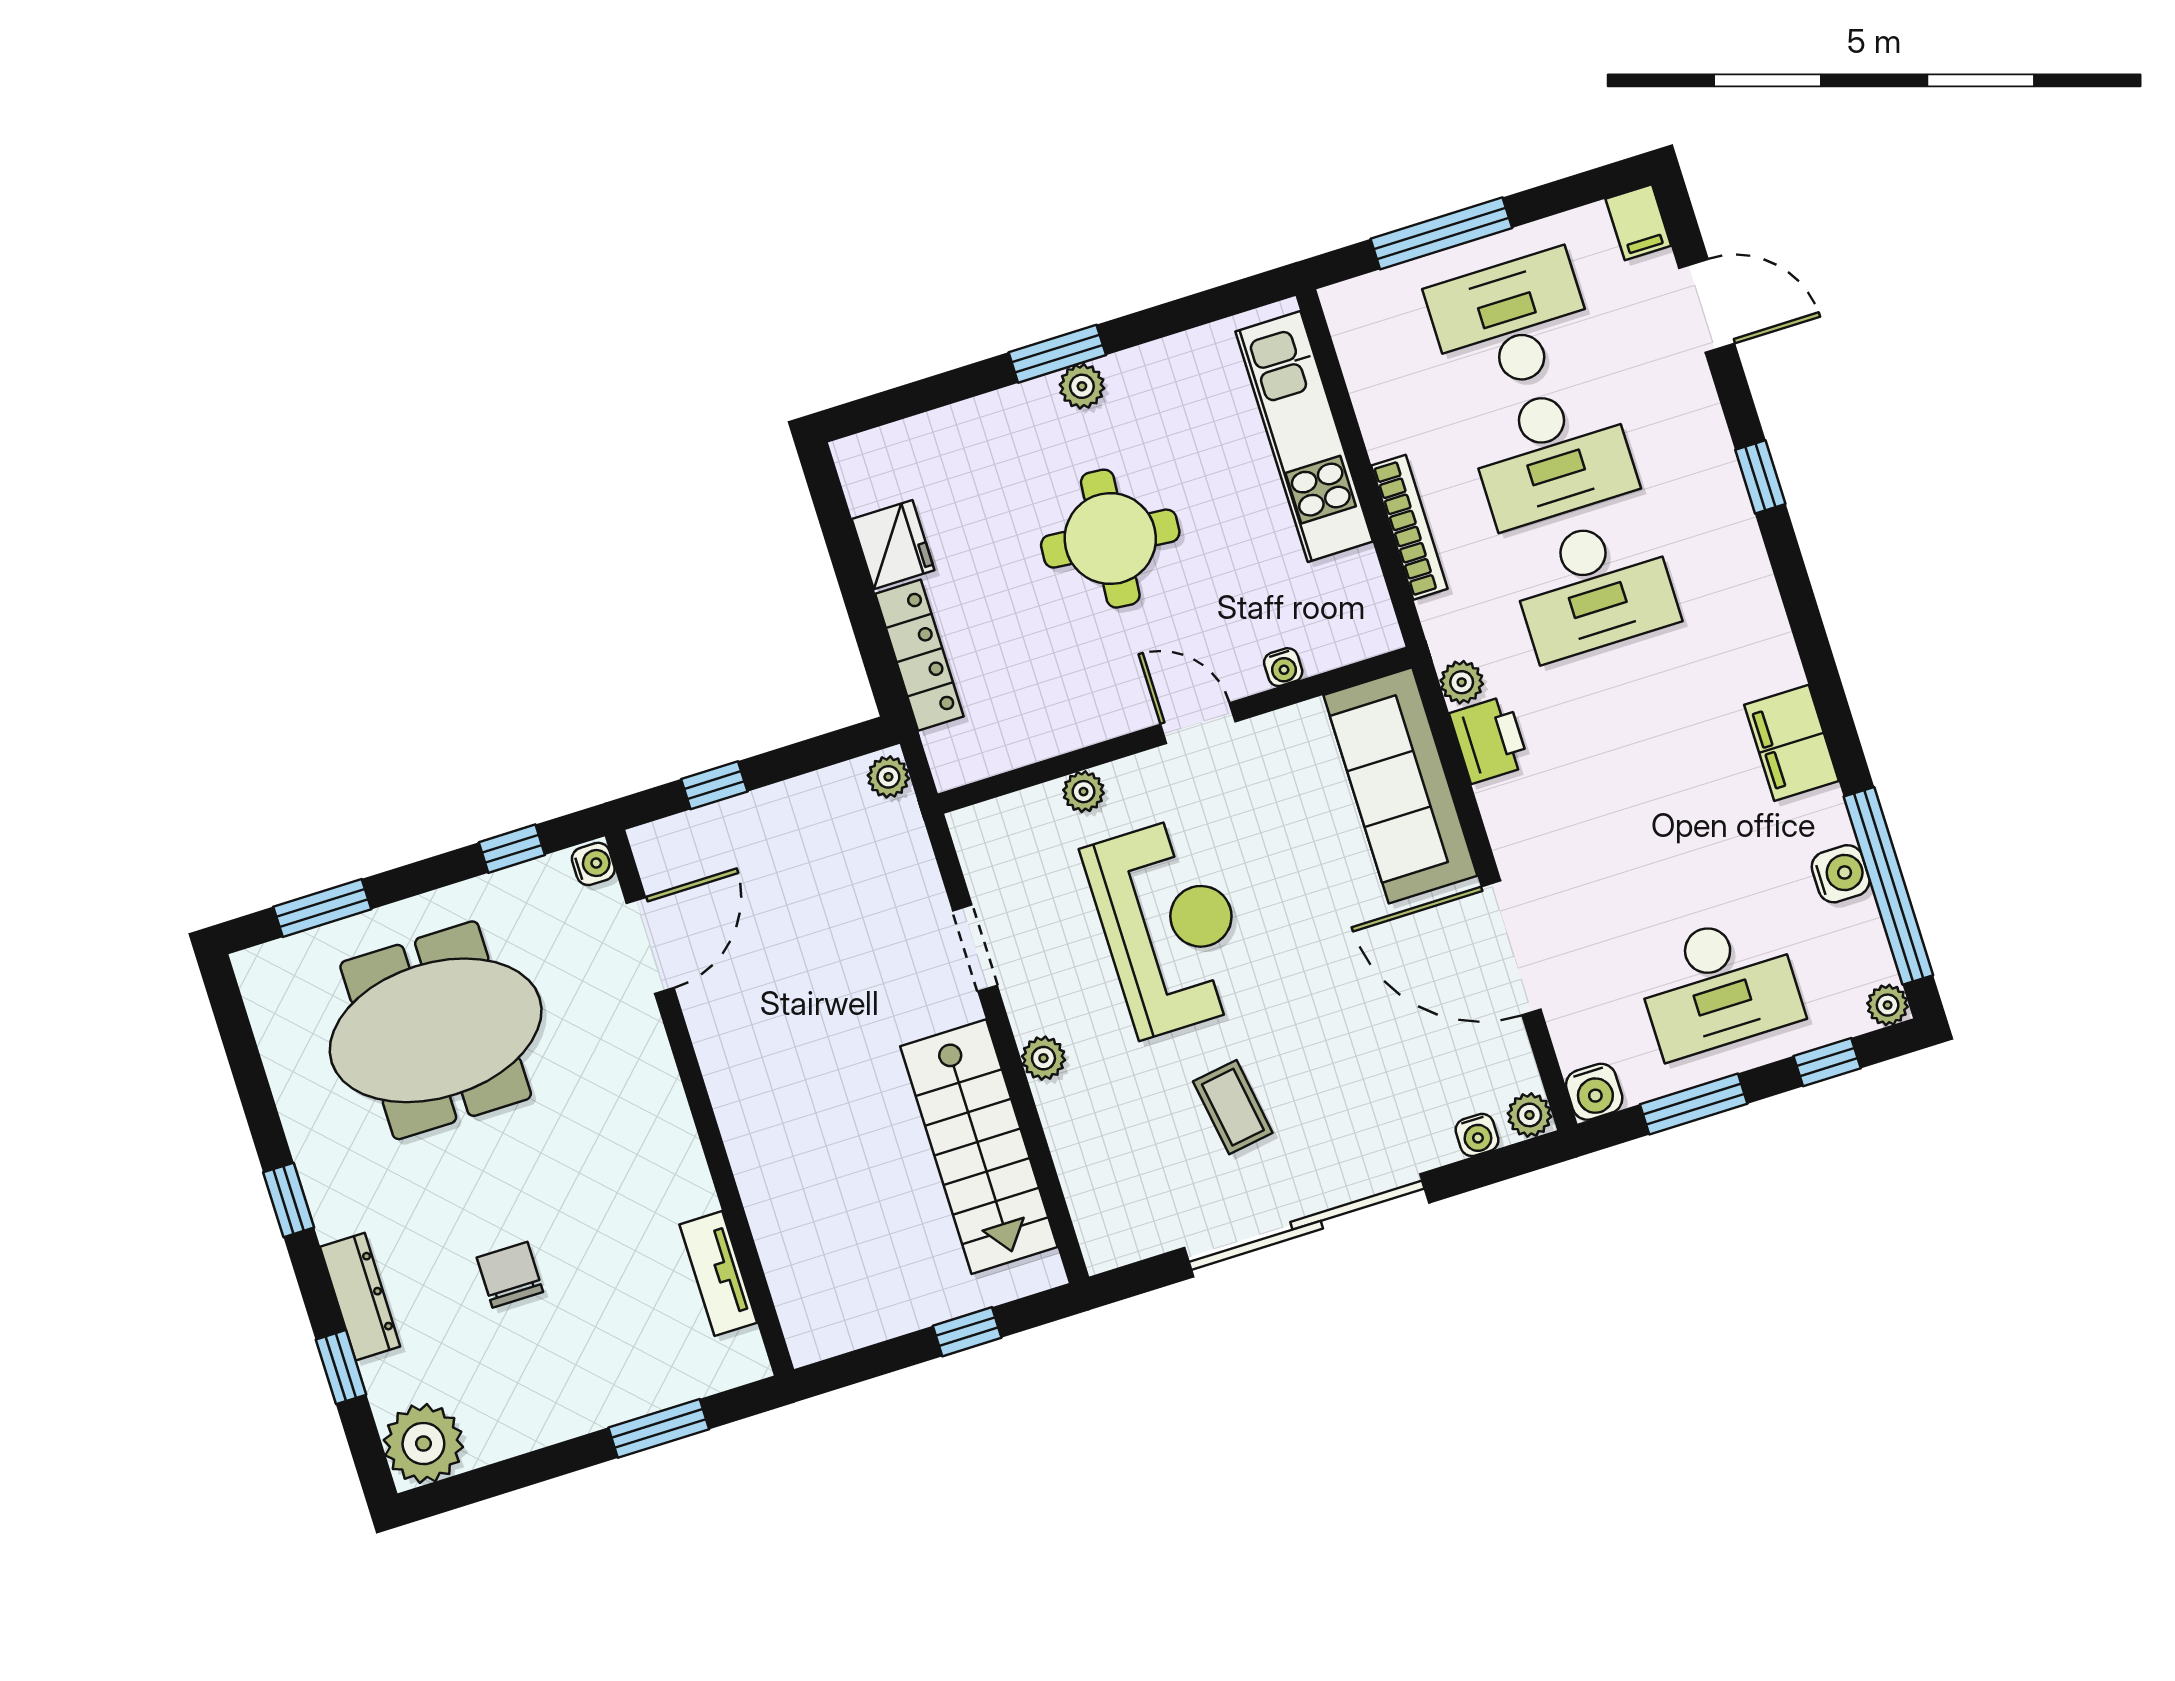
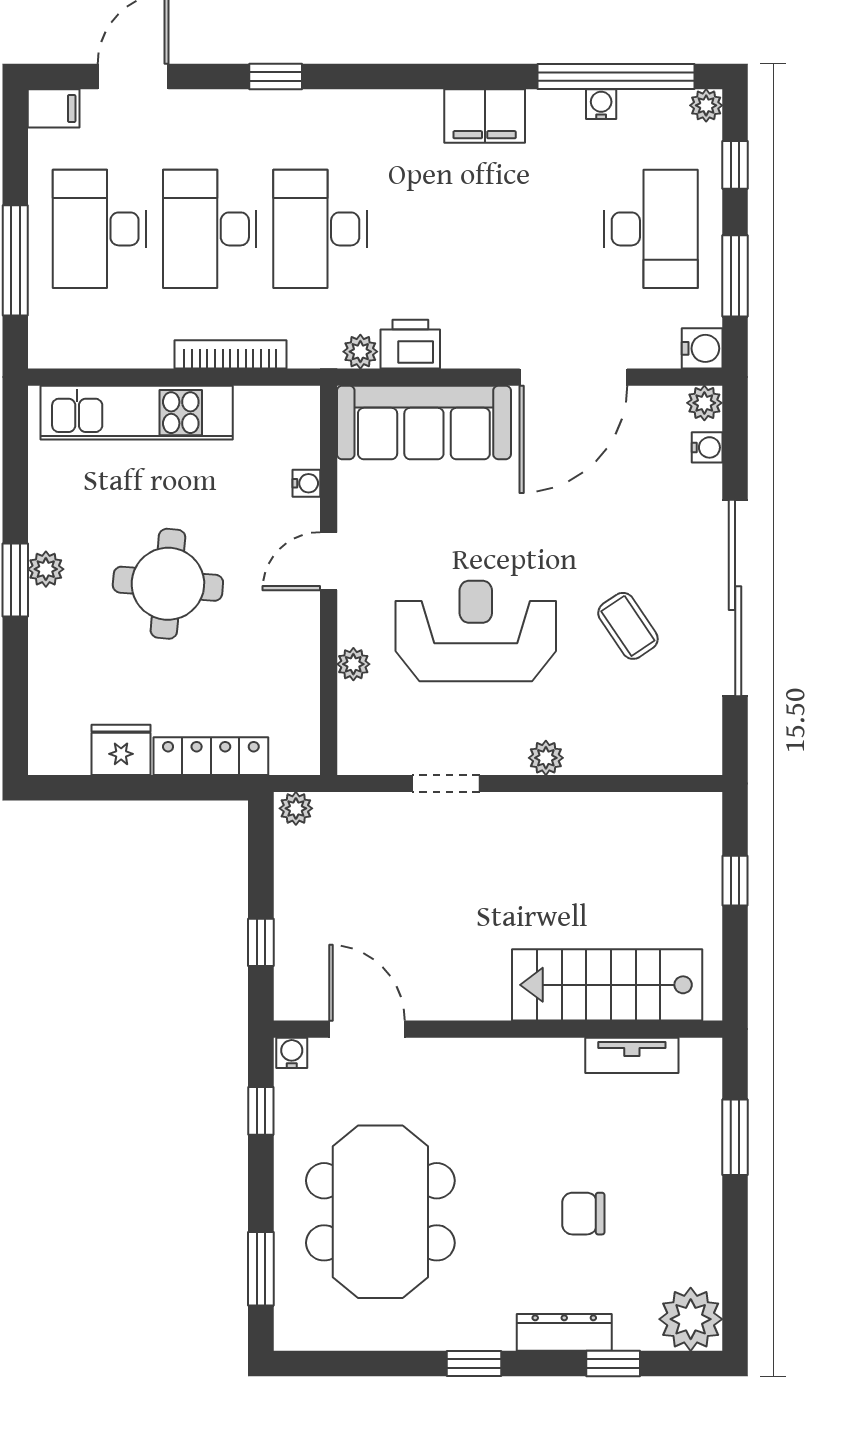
desk: (1552, 455) -> (210, 229), turned 180
desk: (1594, 588) -> (320, 229), turned 180
water cooler: (1841, 874) -> (601, 104), width x0.72, depth x0.72
coffee table: (1233, 1107) -> (628, 626), turned 65
stairs: (979, 1147) -> (607, 985), moved, turned 180

